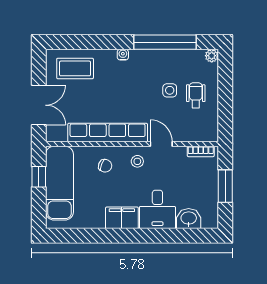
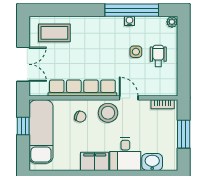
water cooler: (123, 55) -> (129, 21), moved
stool: (137, 161) -> (108, 113), width x1.89, depth x1.89

